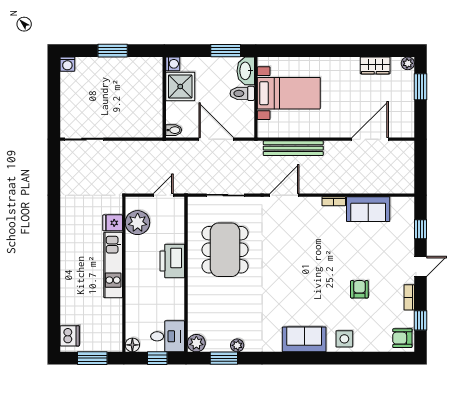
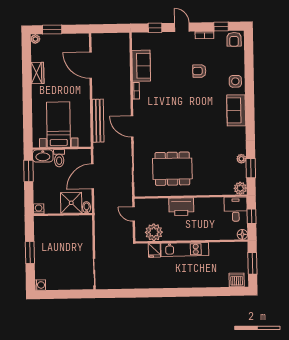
wardrobe: (375, 65) -> (37, 73), moved
shower: (180, 86) -> (71, 203), moved

